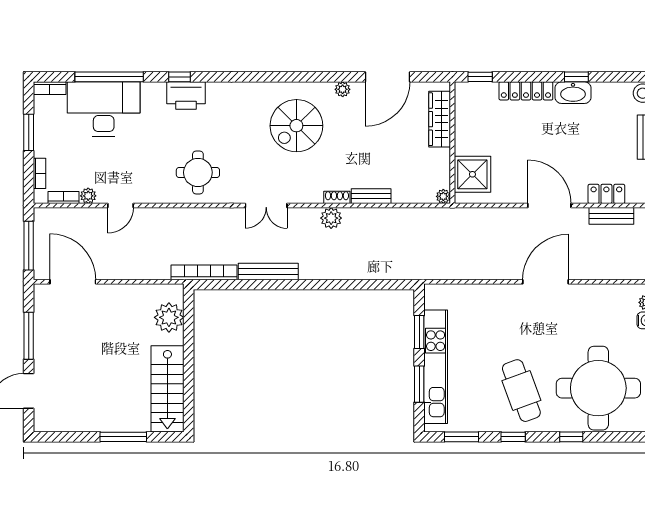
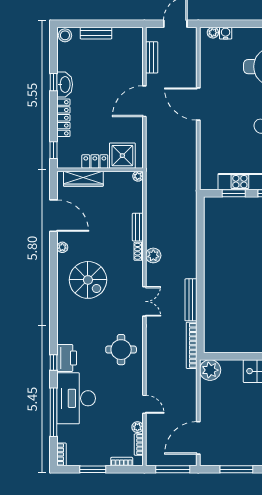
desk: (104, 109) -> (76, 398), moved
locker: (606, 194) -> (95, 162), moved, turned 90
plant: (169, 317) -> (210, 370), moved

